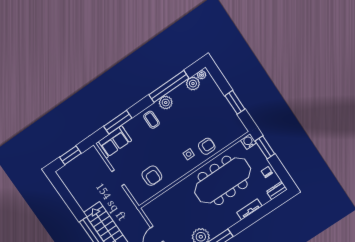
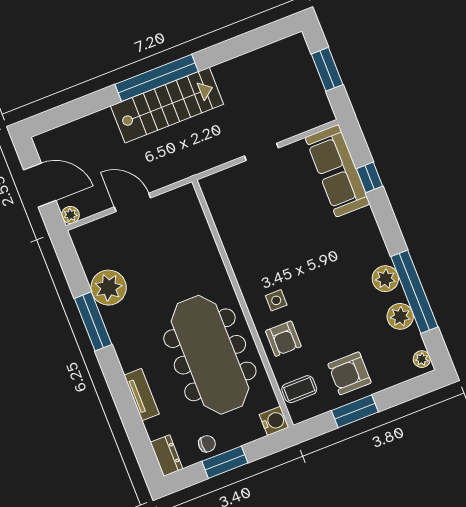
plant: (193, 84) -> (400, 316), moved
coffee table: (152, 120) -> (299, 389), moved
window: (118, 122) -> (369, 177), width x0.46
sofa: (114, 142) -> (337, 171), width x1.36
window: (265, 147) -> (225, 462), moved
armchair: (152, 176) -> (349, 373), moved

